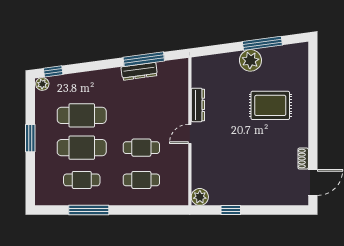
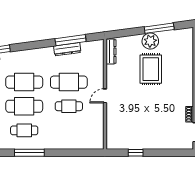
dresser: (198, 105) -> (111, 51), moved
rug: (270, 105) -> (151, 69), moved, turned 90
cafe table: (141, 180) -> (69, 82), moved, width x1.37, depth x1.35
plant: (200, 197) -> (112, 143), removed

